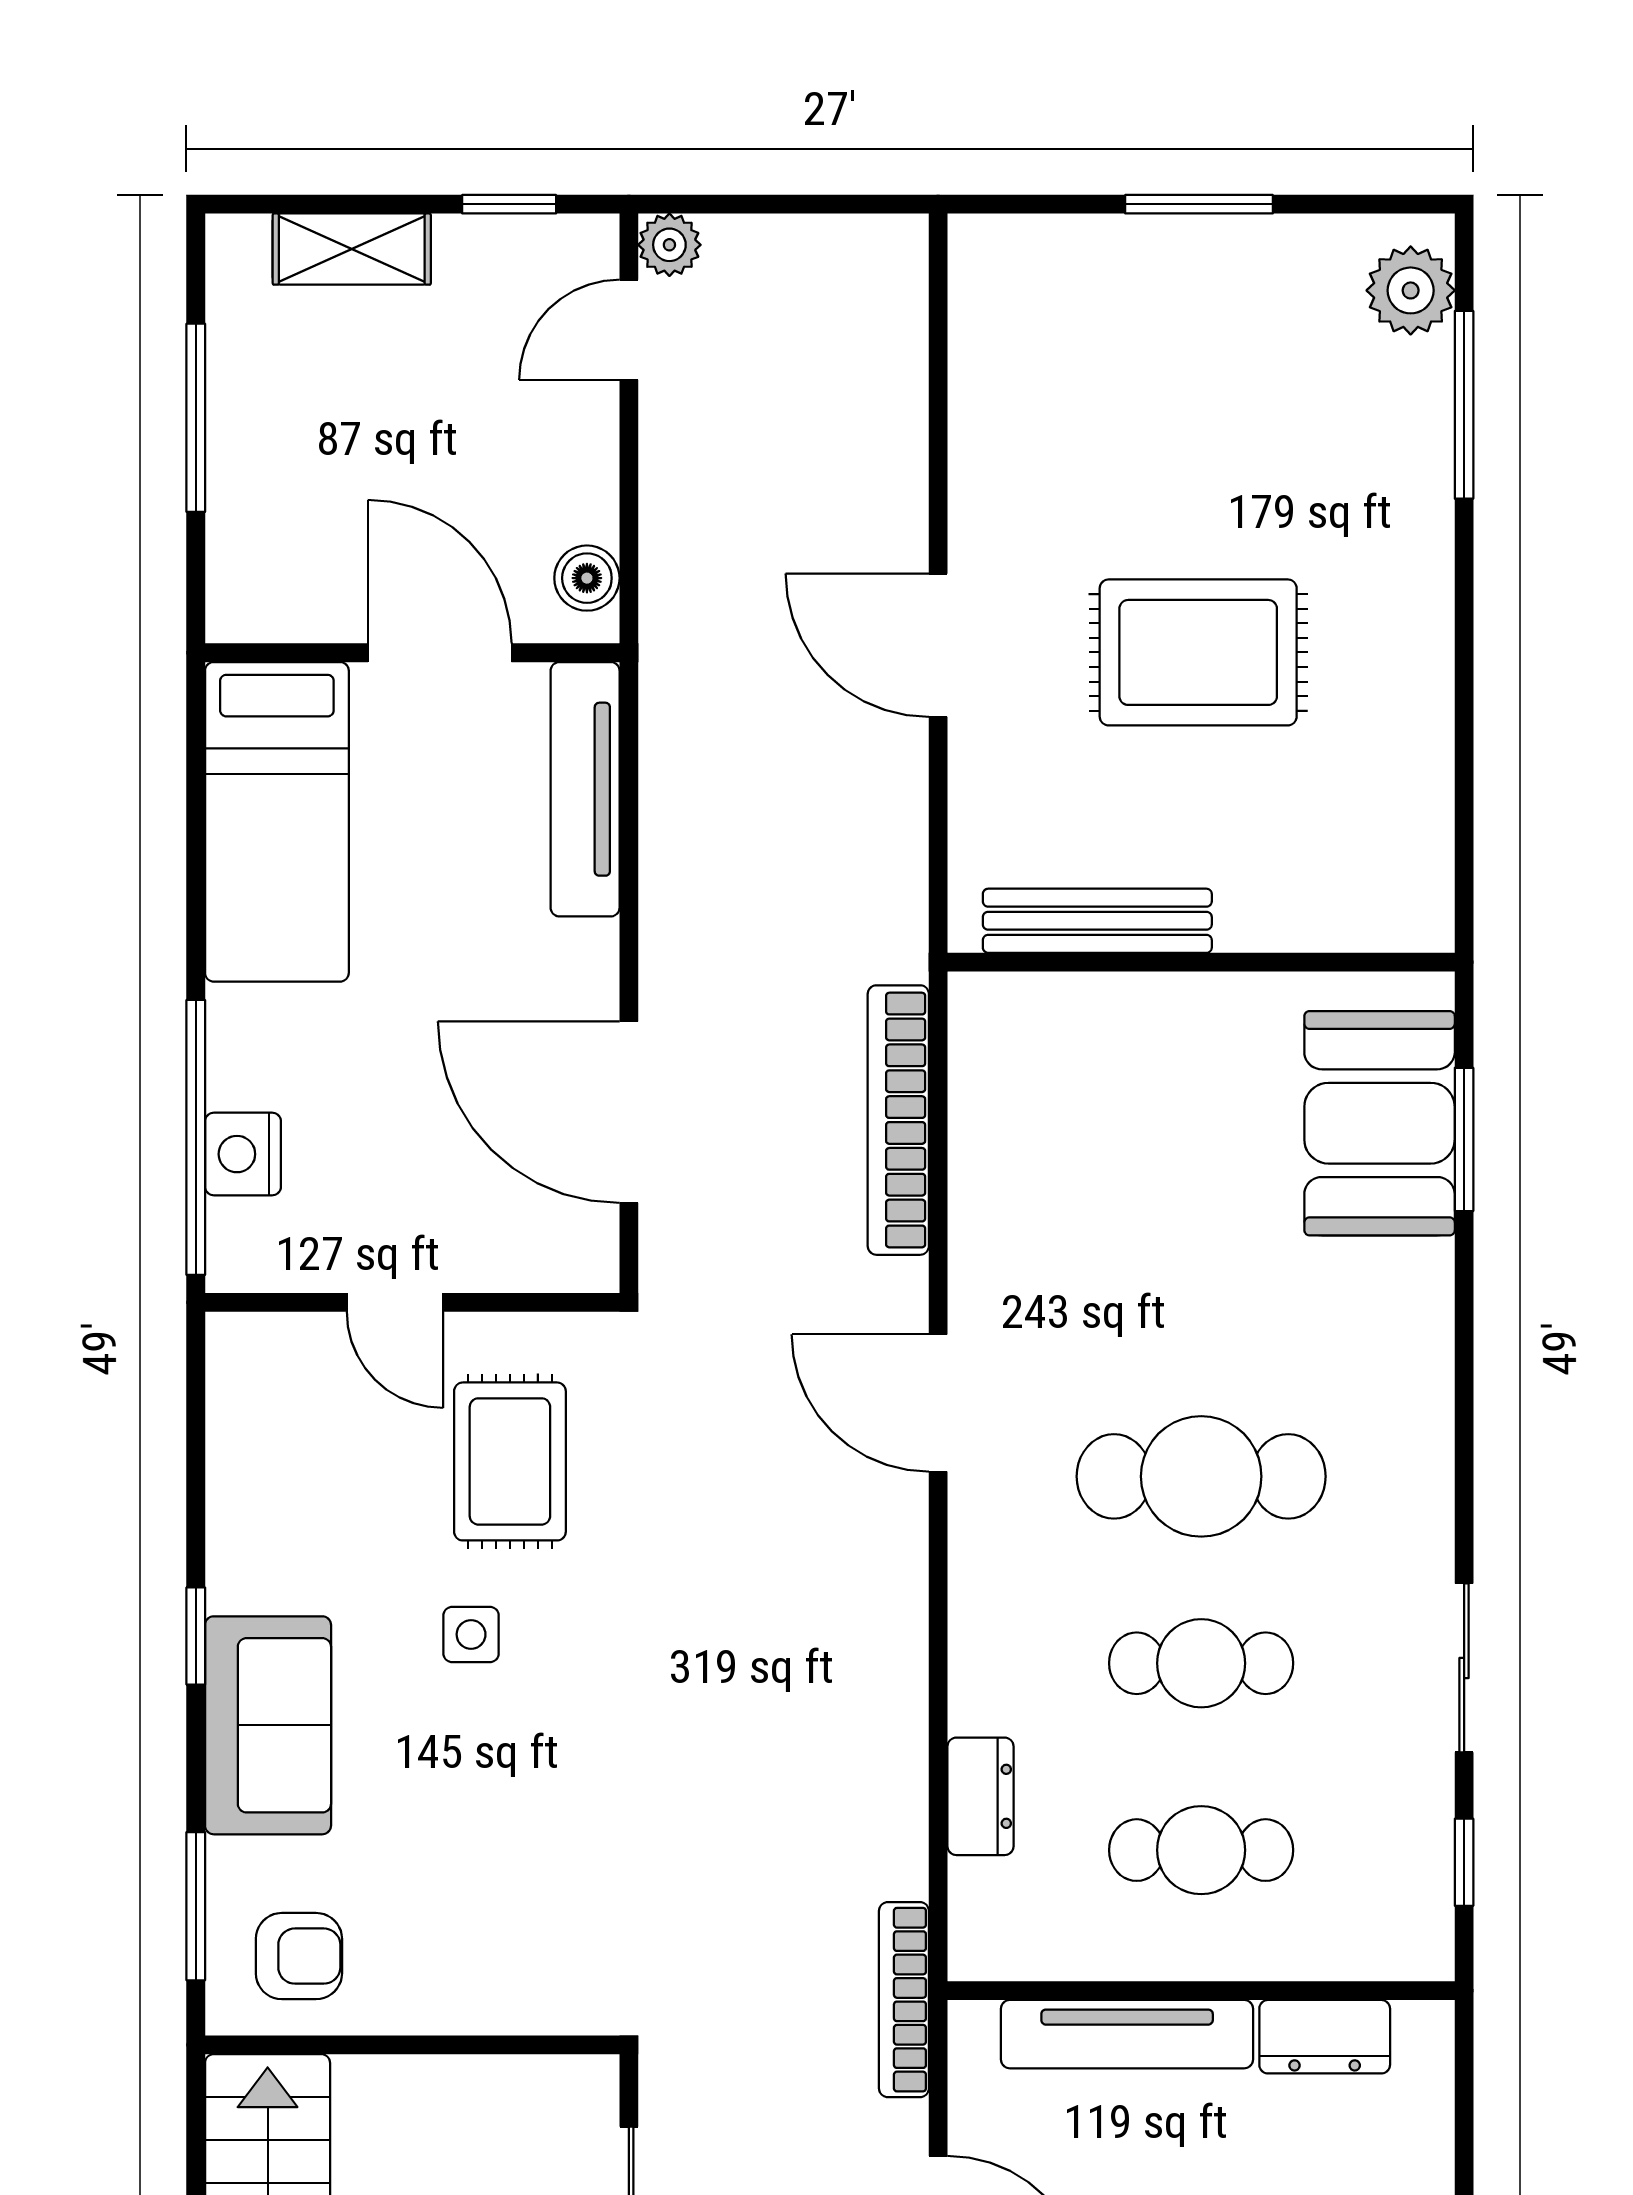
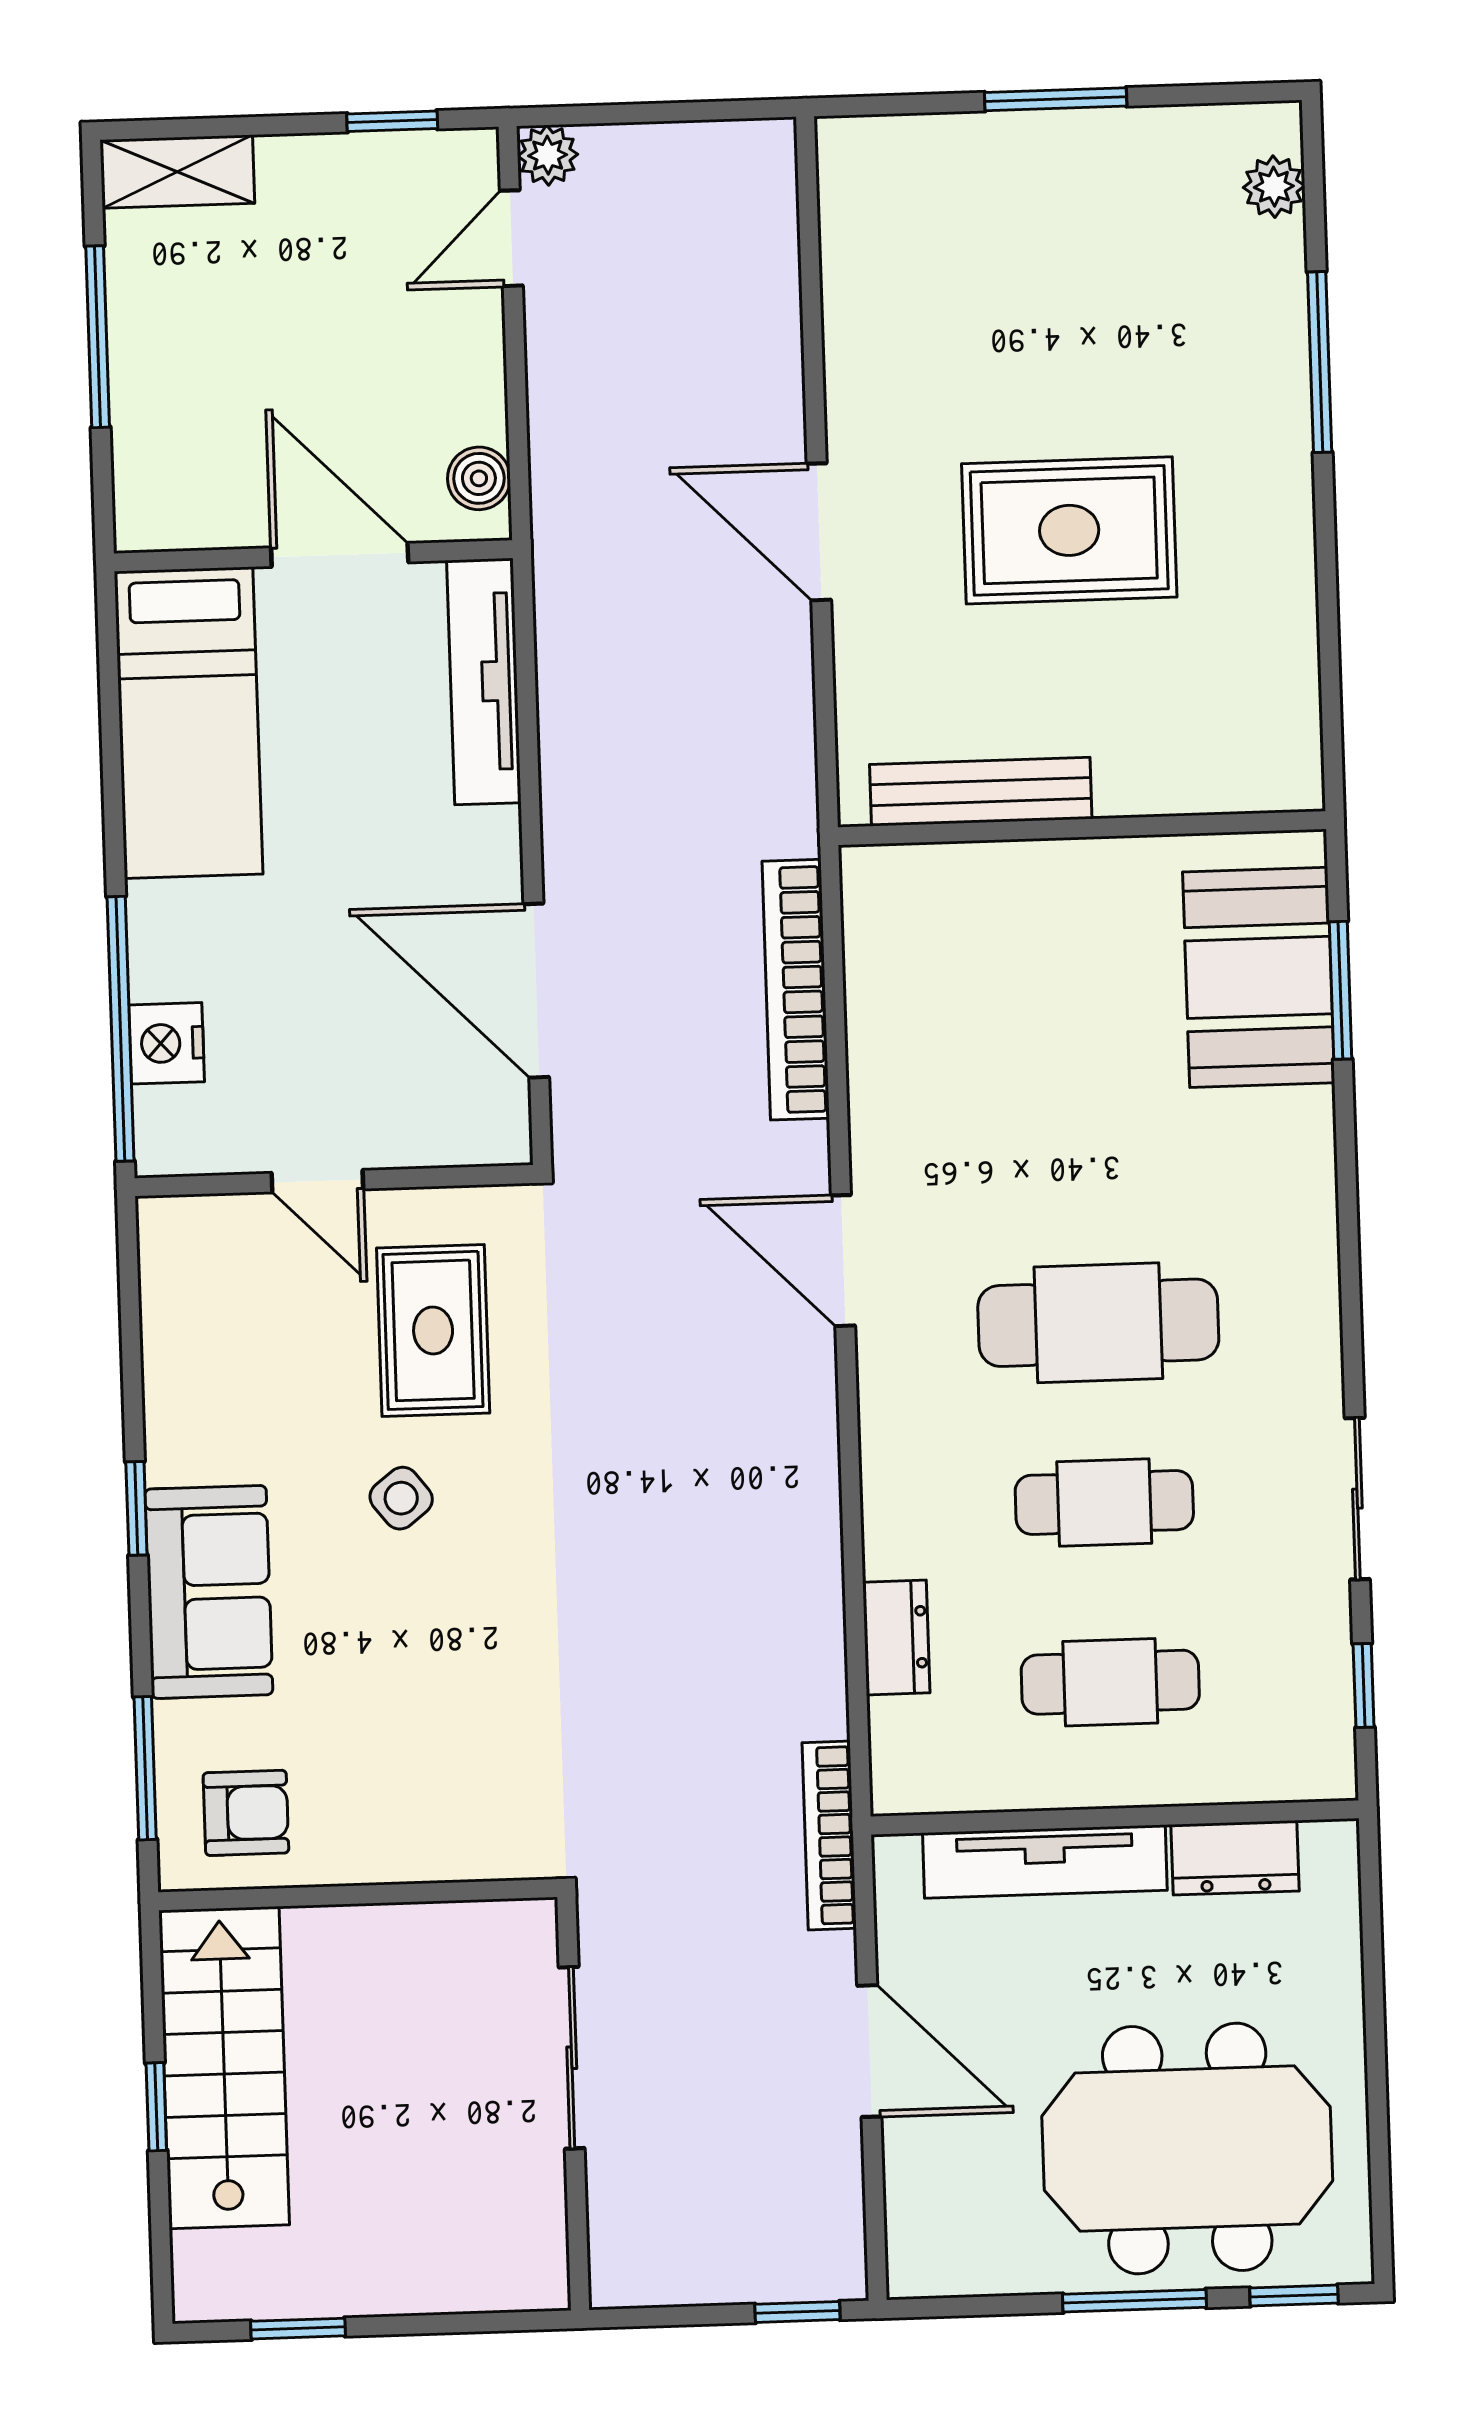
shelving: (352, 249) -> (177, 172), moved
plant: (1411, 290) -> (1274, 187), width x0.73, depth x0.73
window: (1464, 405) -> (1320, 362), moved
side table: (471, 1634) -> (401, 1498), turned -38

